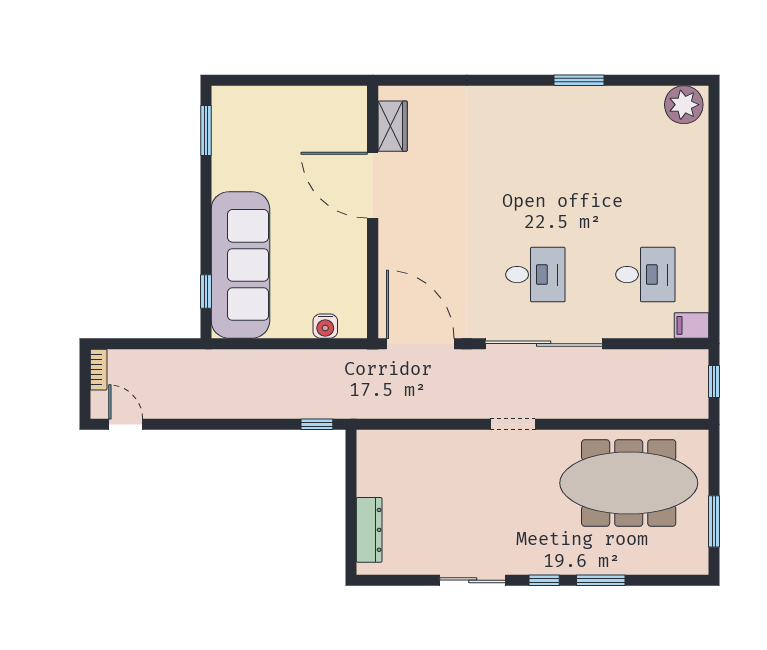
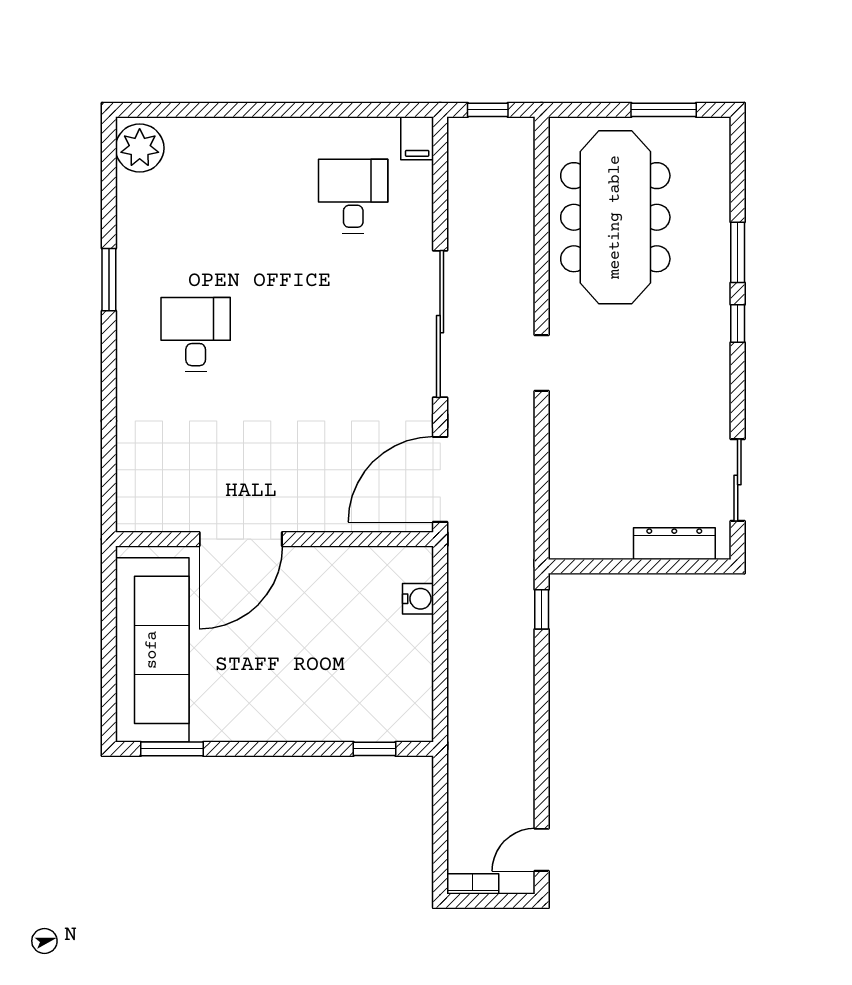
wardrobe: (393, 126) -> (167, 514), removed
sofa: (240, 265) -> (152, 650), moved, turned 90
desk: (535, 275) -> (196, 335), moved
sliding door: (473, 580) -> (738, 480), moved

